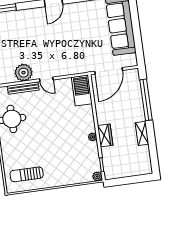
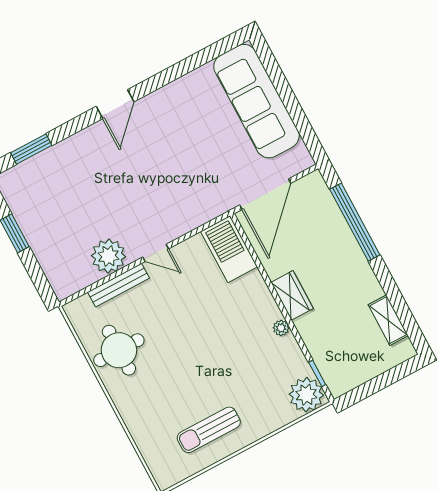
shelving: (142, 133) -> (388, 320), moved
wardrobe: (105, 135) -> (292, 295), moved
sun lounger: (27, 174) -> (209, 430), moved
plant: (97, 176) -> (306, 395), width x1.88, depth x1.88

